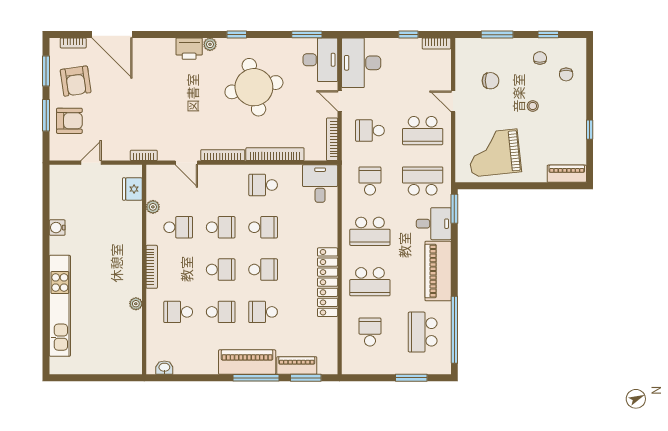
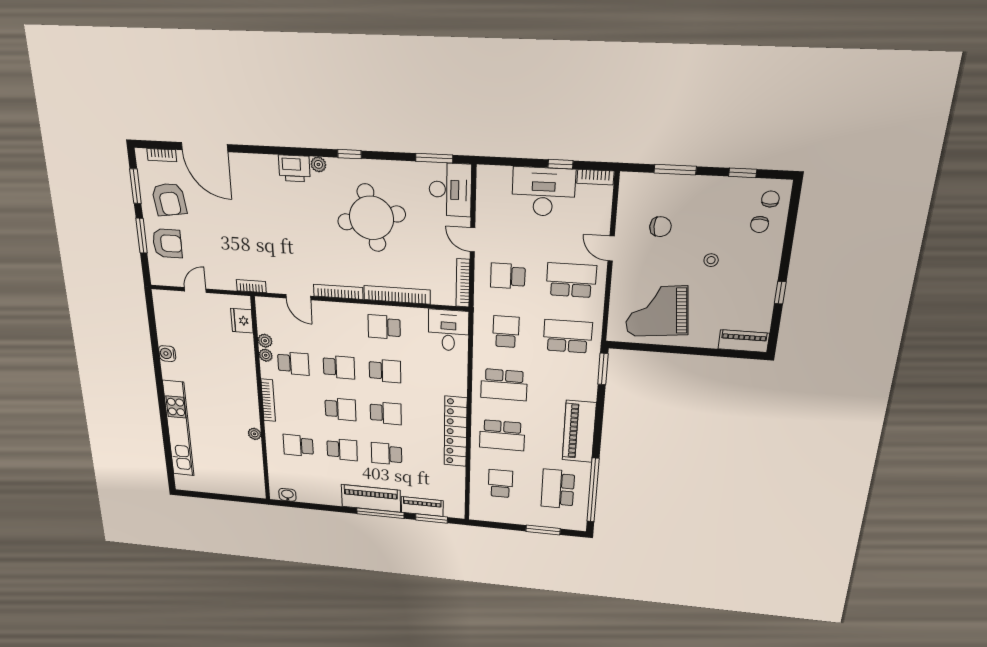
chair: (540, 58) -> (770, 199), moved
desk: (361, 63) -> (543, 192), moved, turned 90
school desk: (423, 131) -> (571, 280), turned 180
plant: (153, 221) -> (266, 355), added
desk: (434, 224) -> (578, 383), removed

